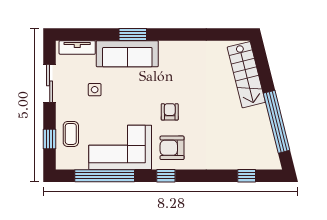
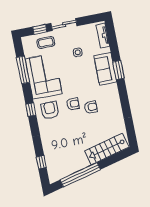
sofa: (127, 54) -> (105, 69), width x0.73
sliding door: (50, 83) -> (64, 25), moved
armchair: (180, 86) -> (91, 107), added
window: (105, 176) -> (23, 70), width x0.68

